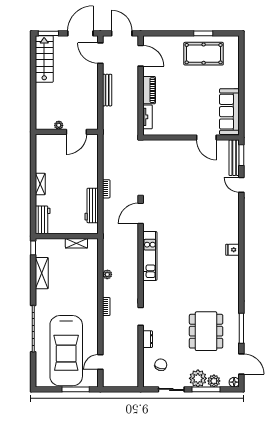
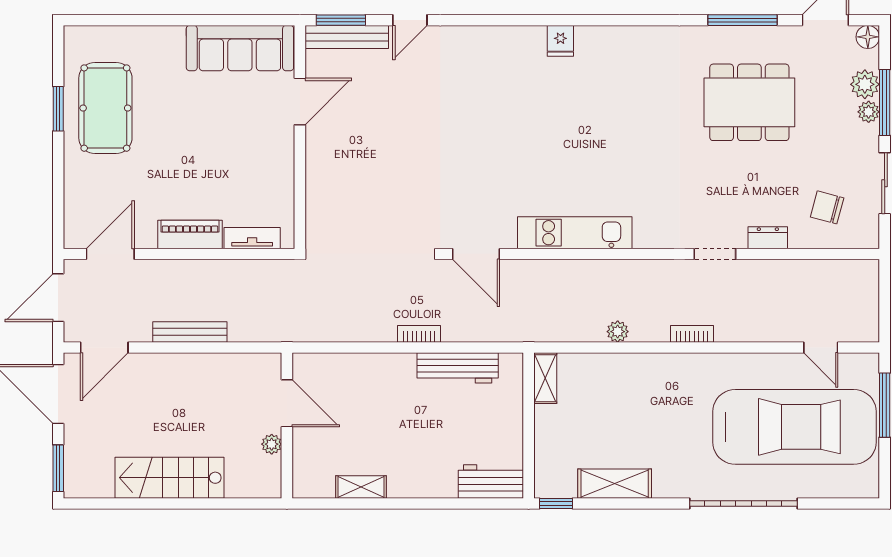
stairs: (44, 59) -> (170, 478), moved
shelving: (40, 184) -> (361, 487), moved
shelving: (76, 243) -> (545, 378), moved
plant: (198, 378) -> (869, 112), width x0.53, depth x0.53

